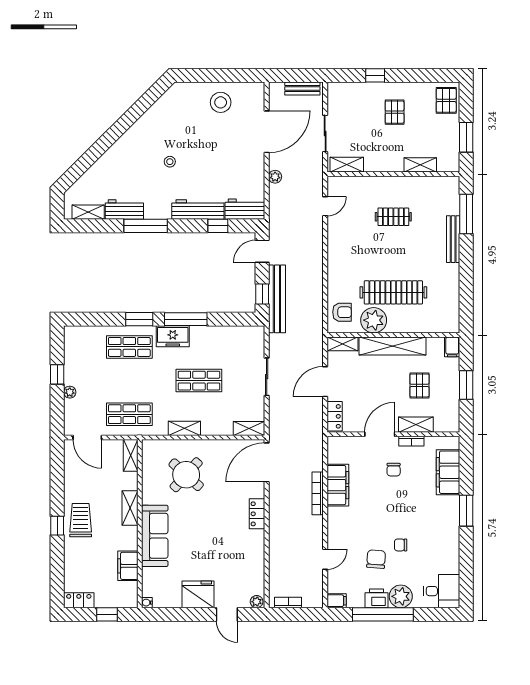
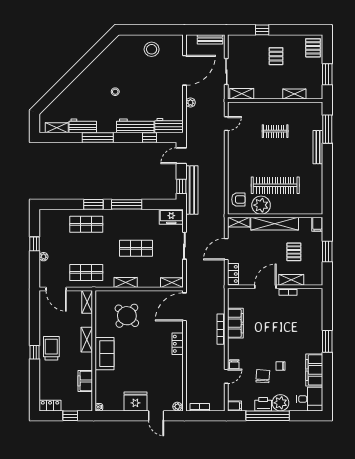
freezer: (173, 336) -> (171, 217), moved
chair: (394, 470) -> (234, 364), moved
filing cabinet: (448, 472) -> (314, 370), moved
sofa: (155, 536) -> (104, 354), width x0.73

